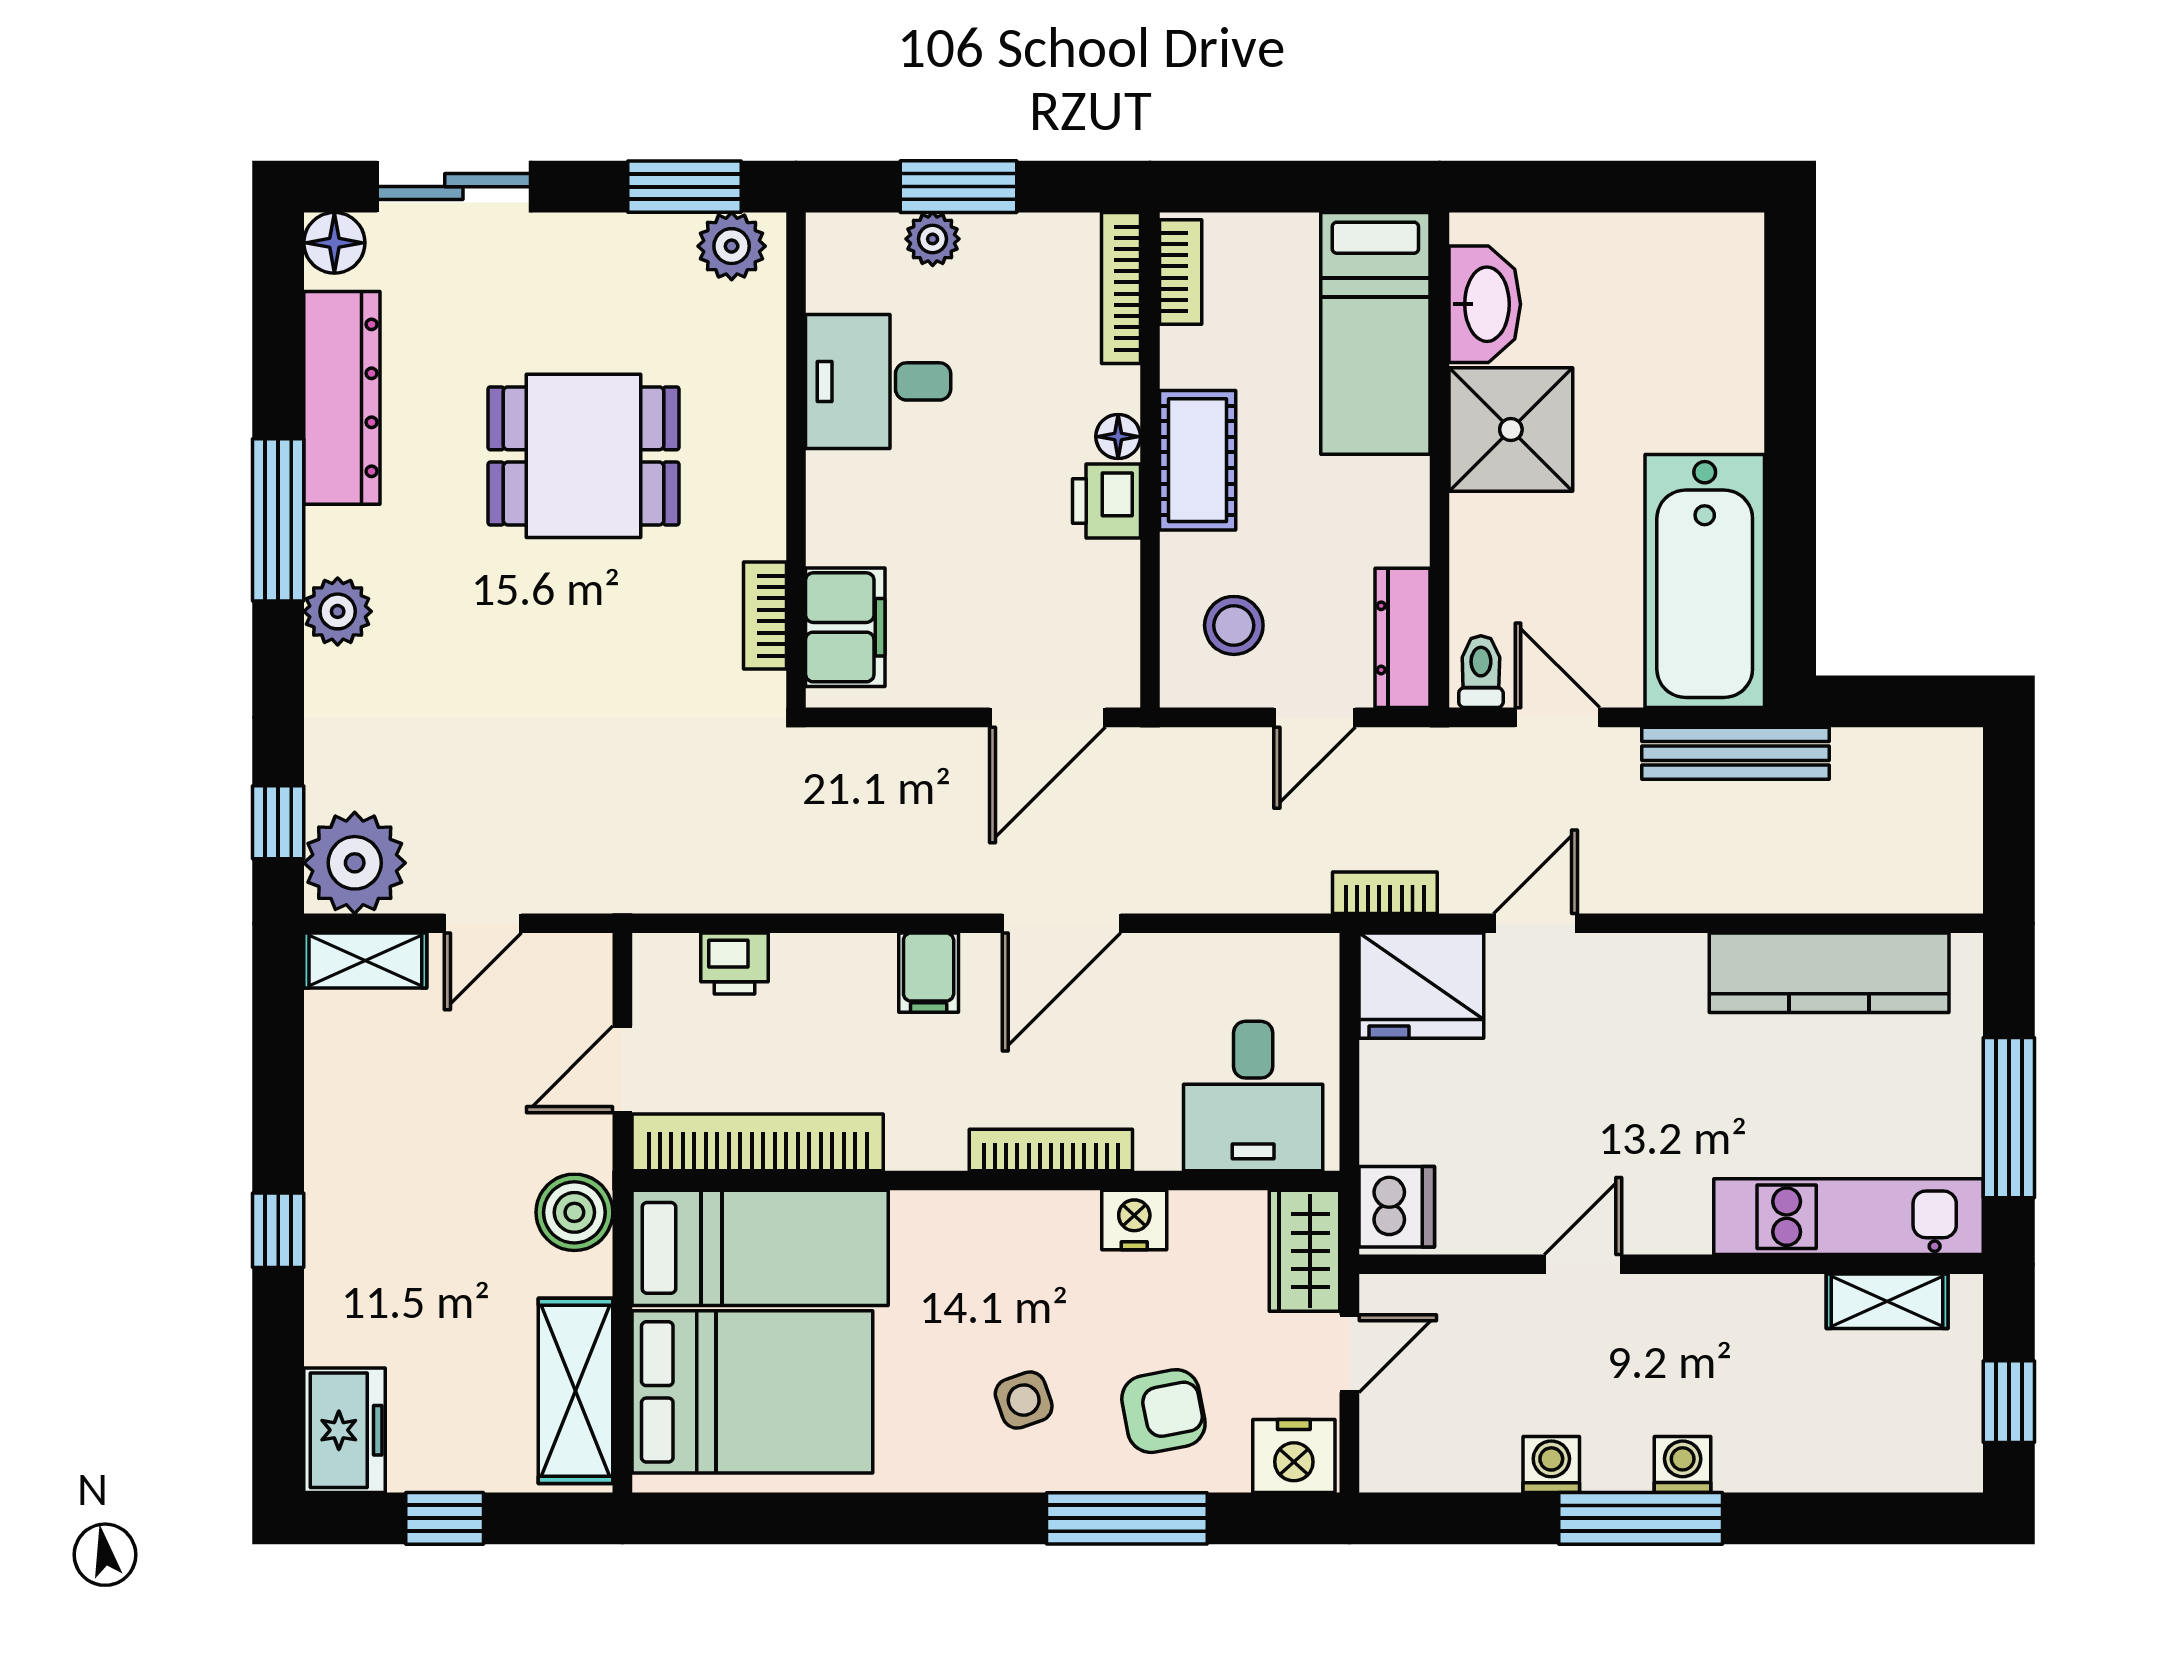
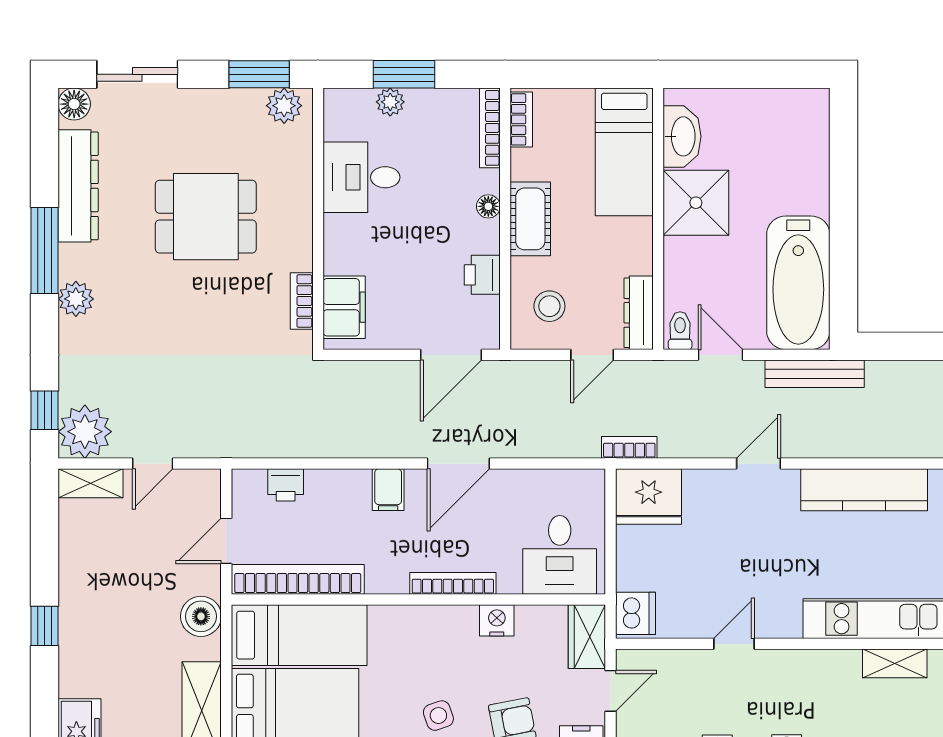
printer: (1106, 501) -> (482, 275), moved
door: (1536, 923) -> (759, 464), moved

